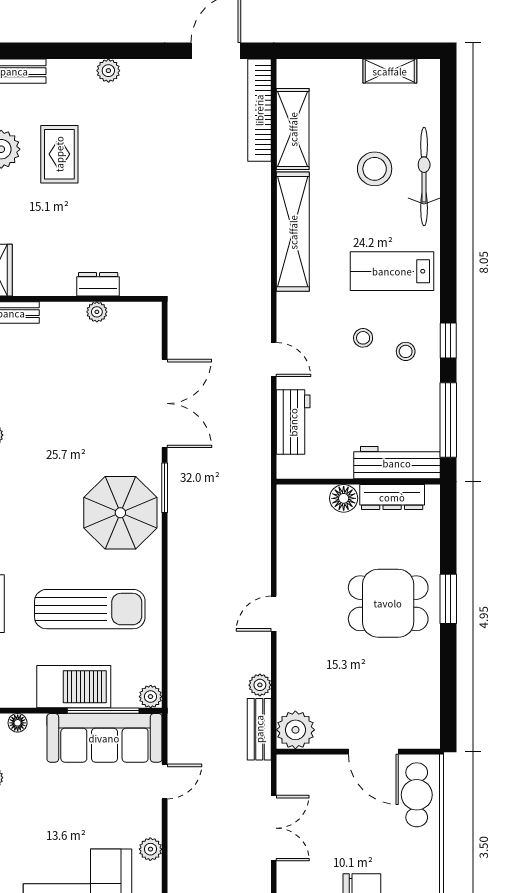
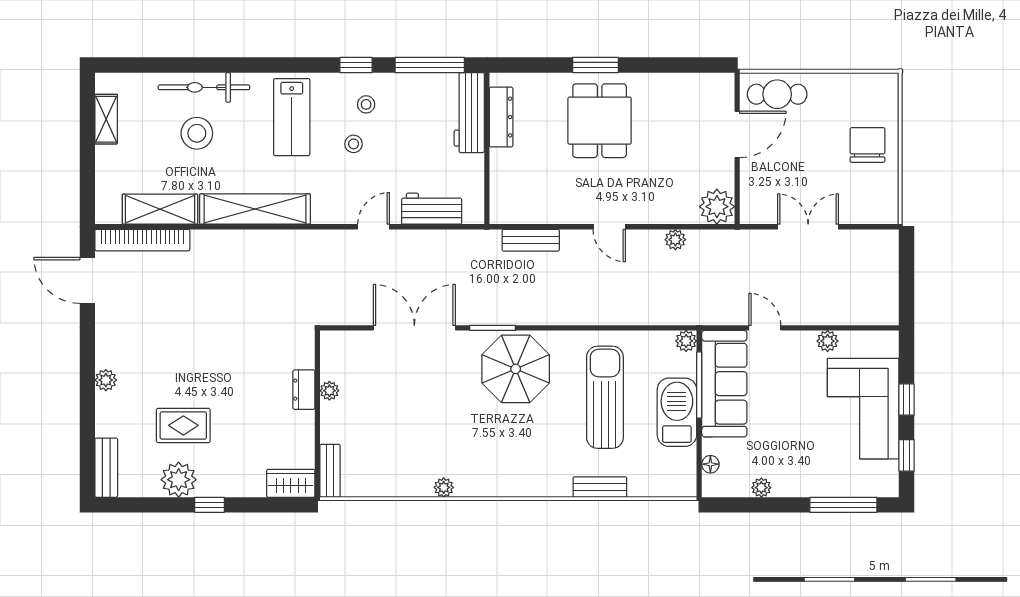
floor lamp: (344, 498) -> (502, 162), removed
bench: (259, 729) -> (531, 240), moved

